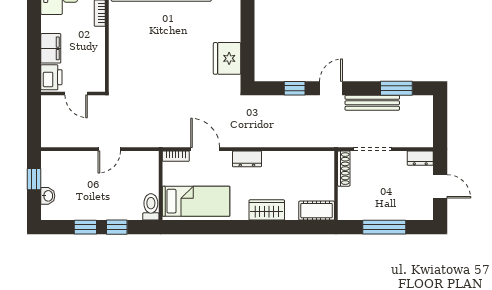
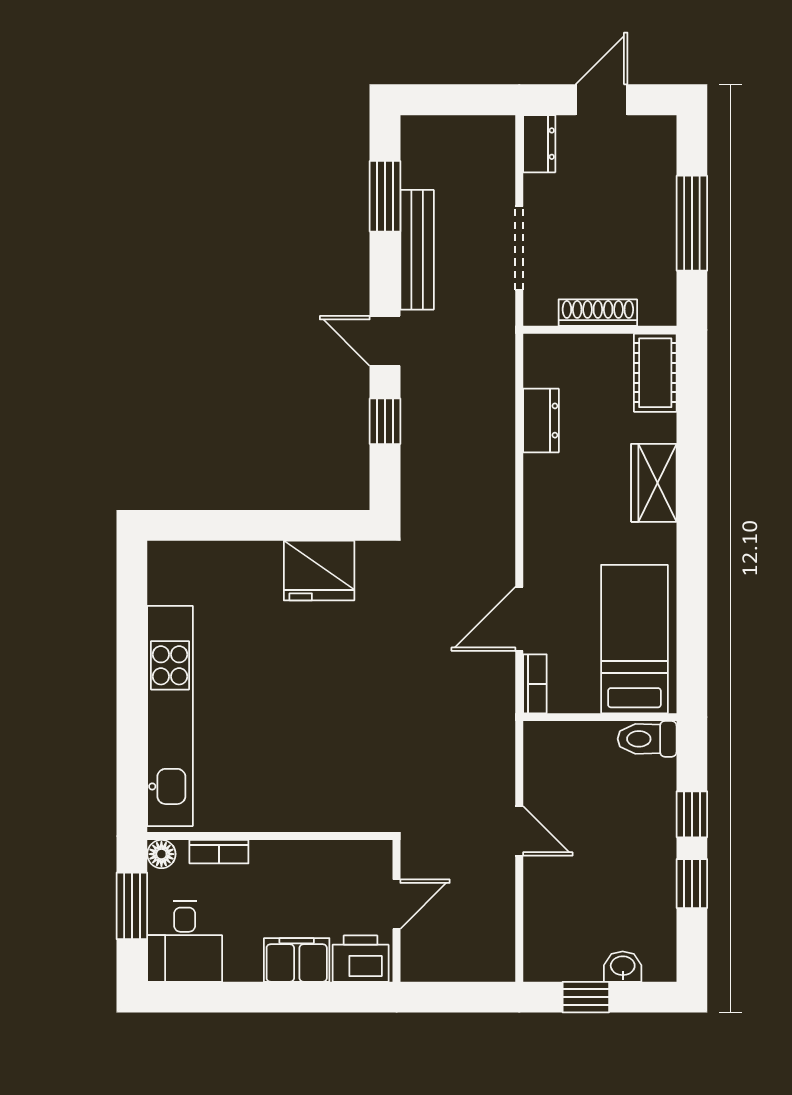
dresser: (247, 159) -> (541, 421), moved
shoe rack: (344, 169) -> (598, 313), moved

